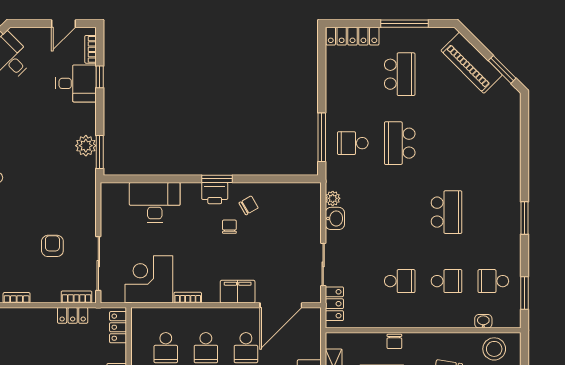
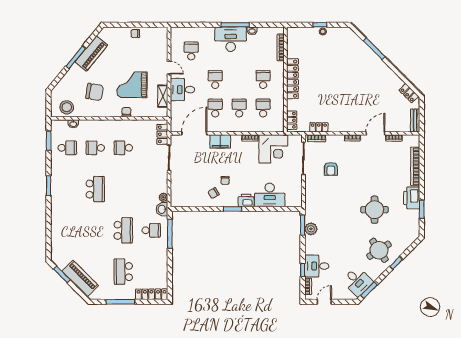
printer: (215, 193) -> (246, 200), moved
school desk: (447, 212) -> (95, 189), turned 180
washbasin: (335, 218) -> (162, 209), moved

